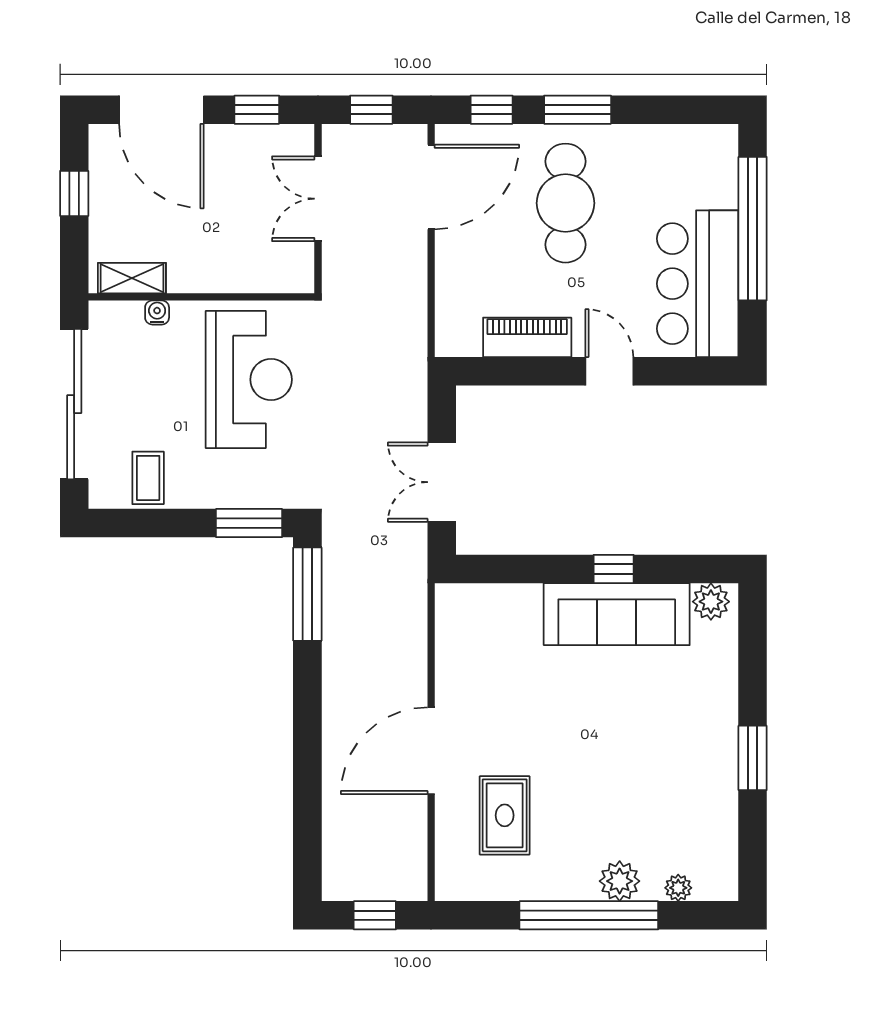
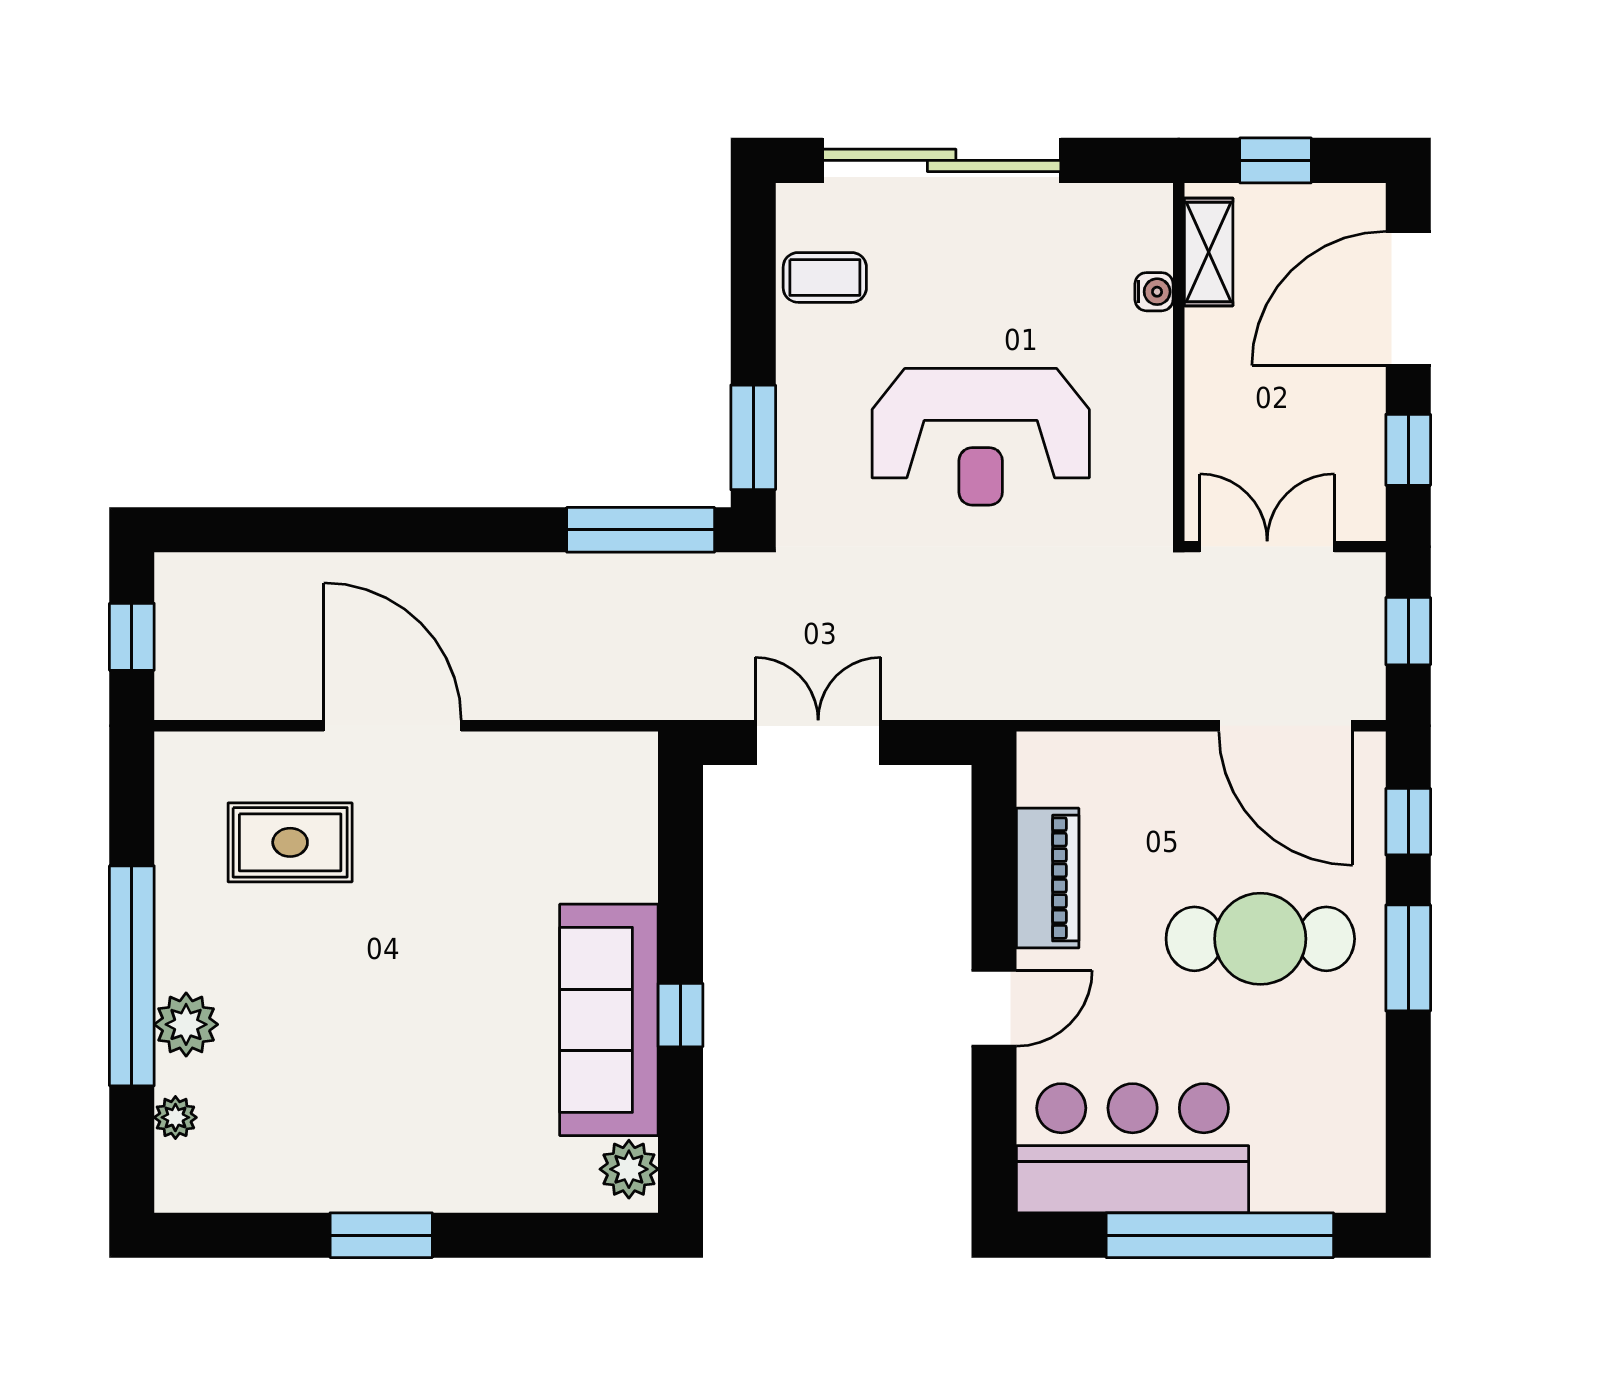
shelving: (132, 278) -> (1209, 252), moved
wall: (201, 297) -> (1179, 362), moved
water cooler: (157, 313) -> (1154, 292), moved

